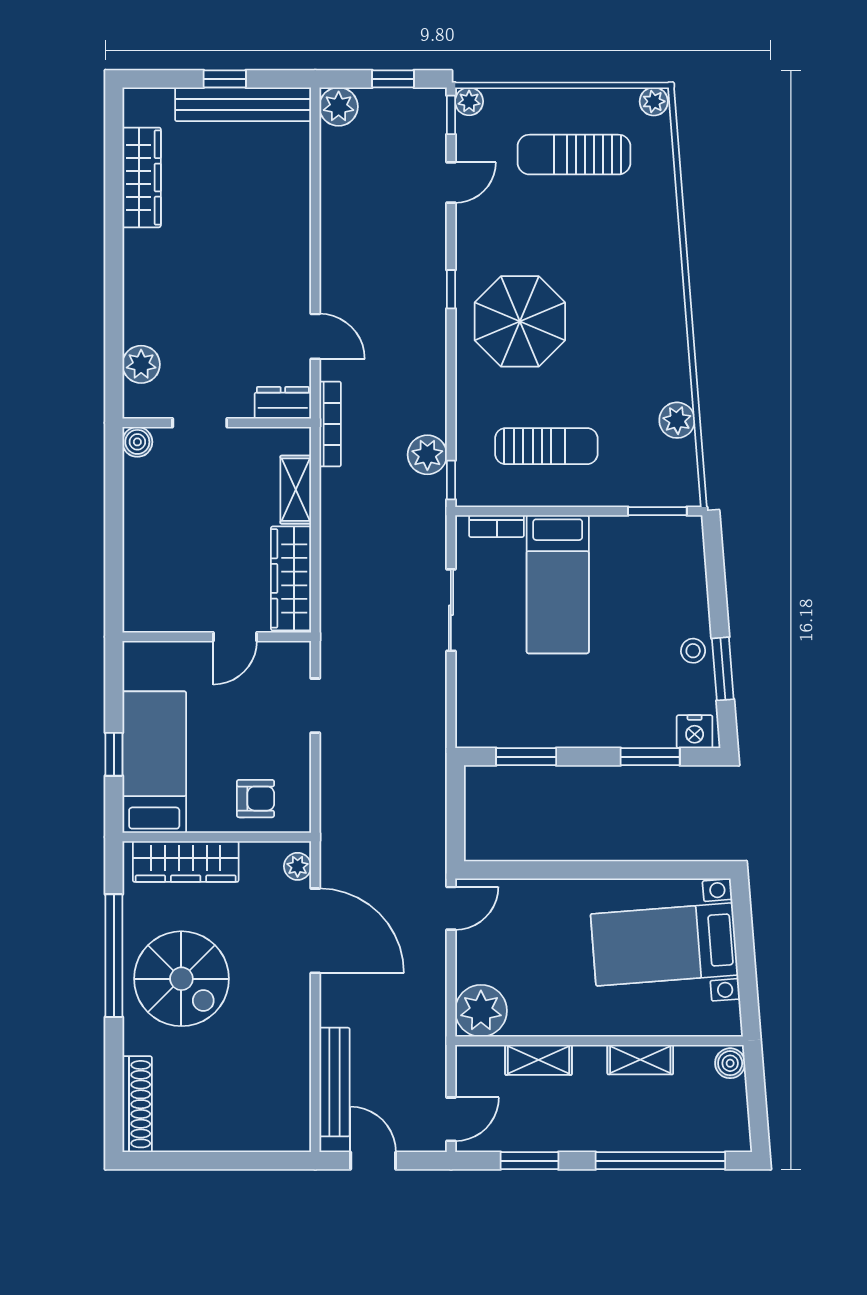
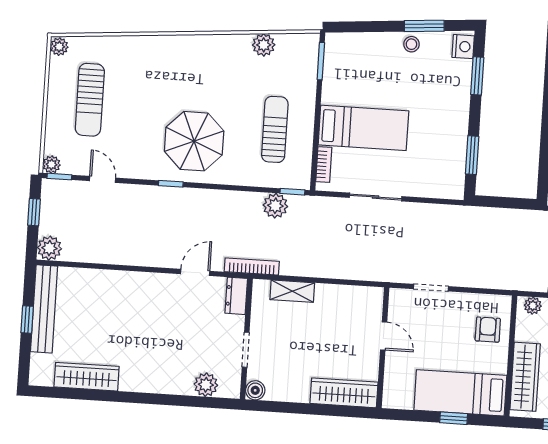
wardrobe: (291, 578) -> (344, 393), moved, turned 180

